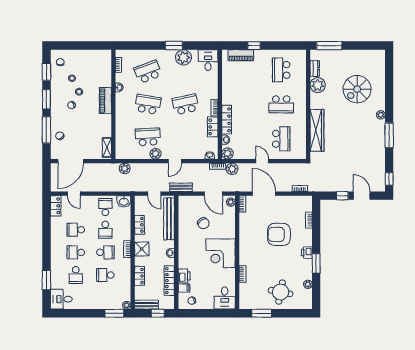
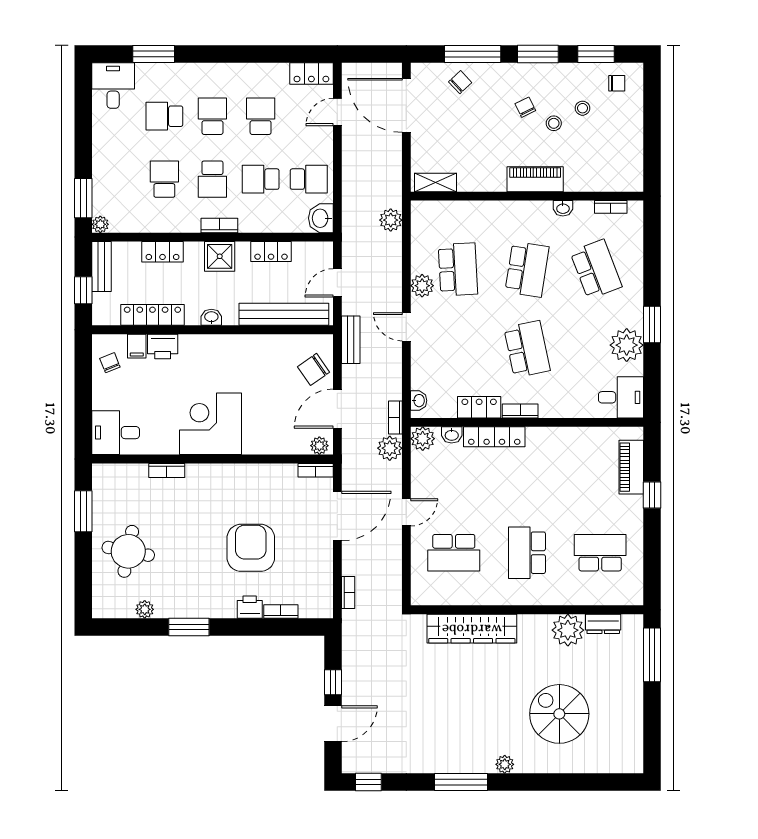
chair: (203, 223) -> (313, 369), moved
printer: (307, 253) -> (250, 607), moved

